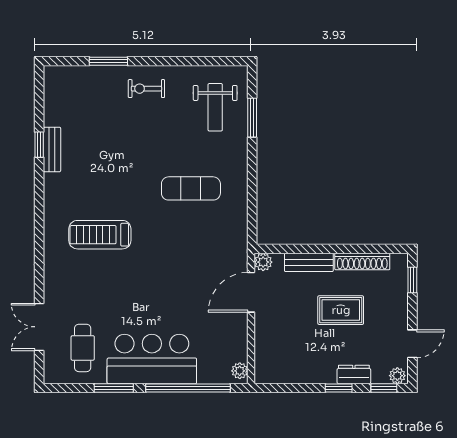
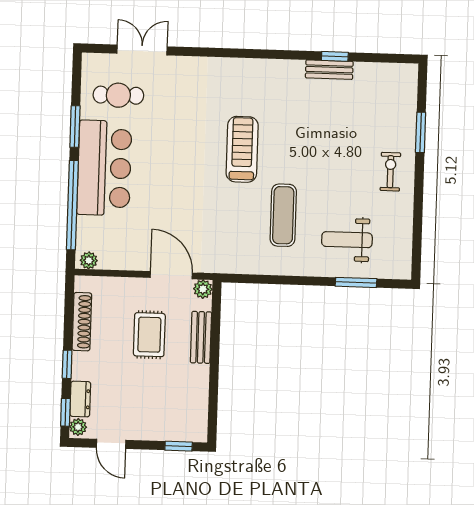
weight bench: (215, 107) -> (347, 240), moved
treadmill: (100, 235) -> (242, 149), moved
shoe rack: (362, 262) -> (82, 322), moved, turned 180
rug: (341, 310) -> (149, 335), moved
dresser: (354, 374) -> (80, 399), moved

